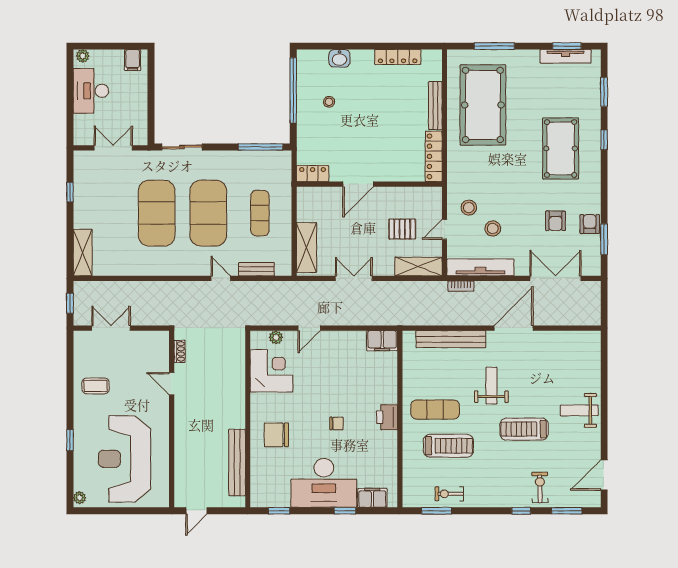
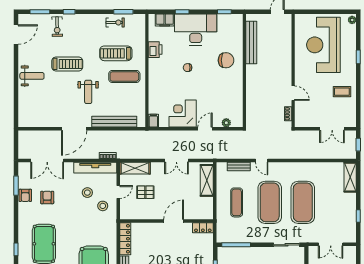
filing cabinet: (382, 341) -> (153, 121), width x0.50
corner desk: (271, 371) -> (183, 114), moved, turned 90
printer: (387, 417) -> (155, 50), moved
reception desk: (125, 459) -> (323, 45), turned 180

